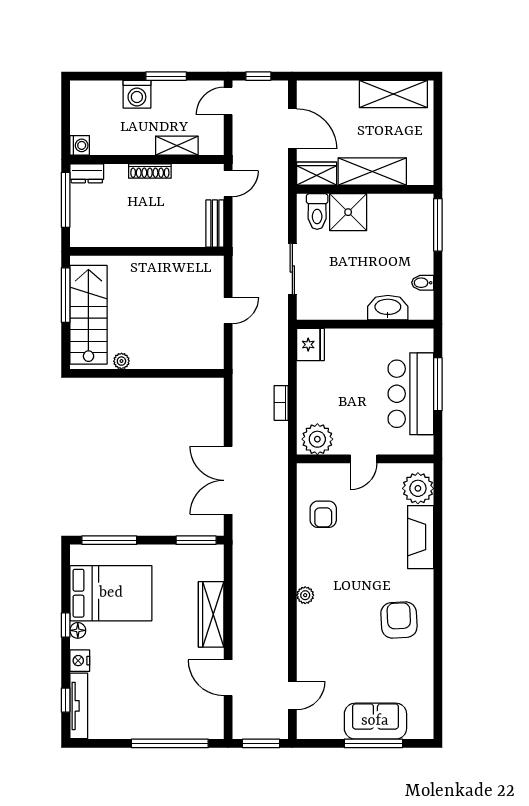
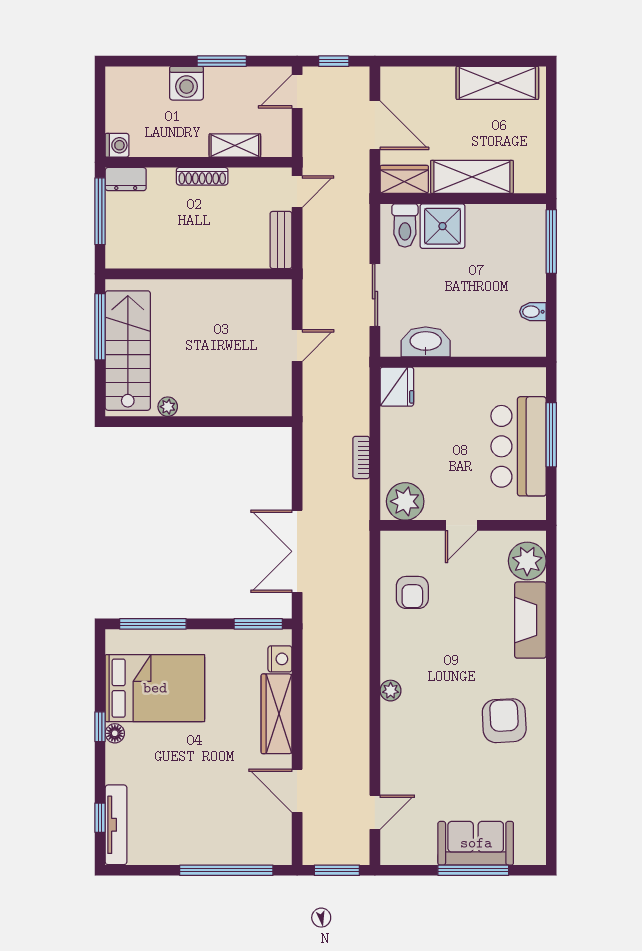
washbasin: (388, 308) -> (426, 342), moved
nightstand: (80, 661) -> (280, 659), moved, turned 180

